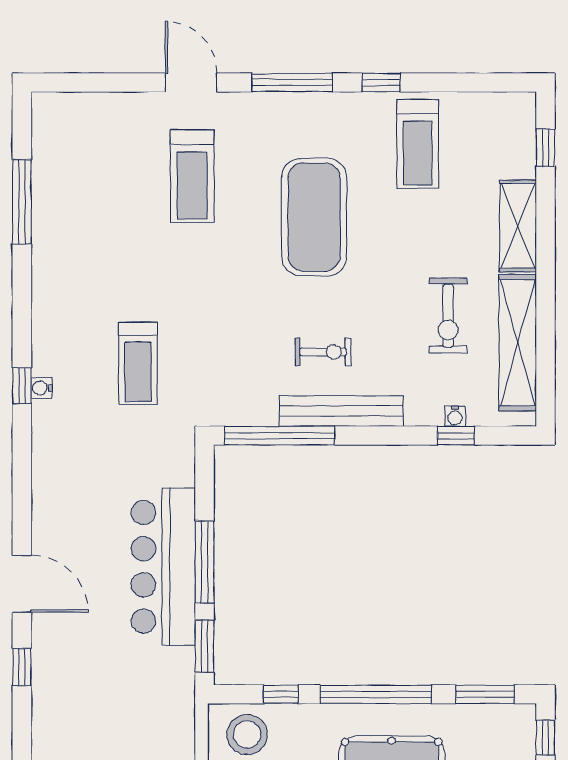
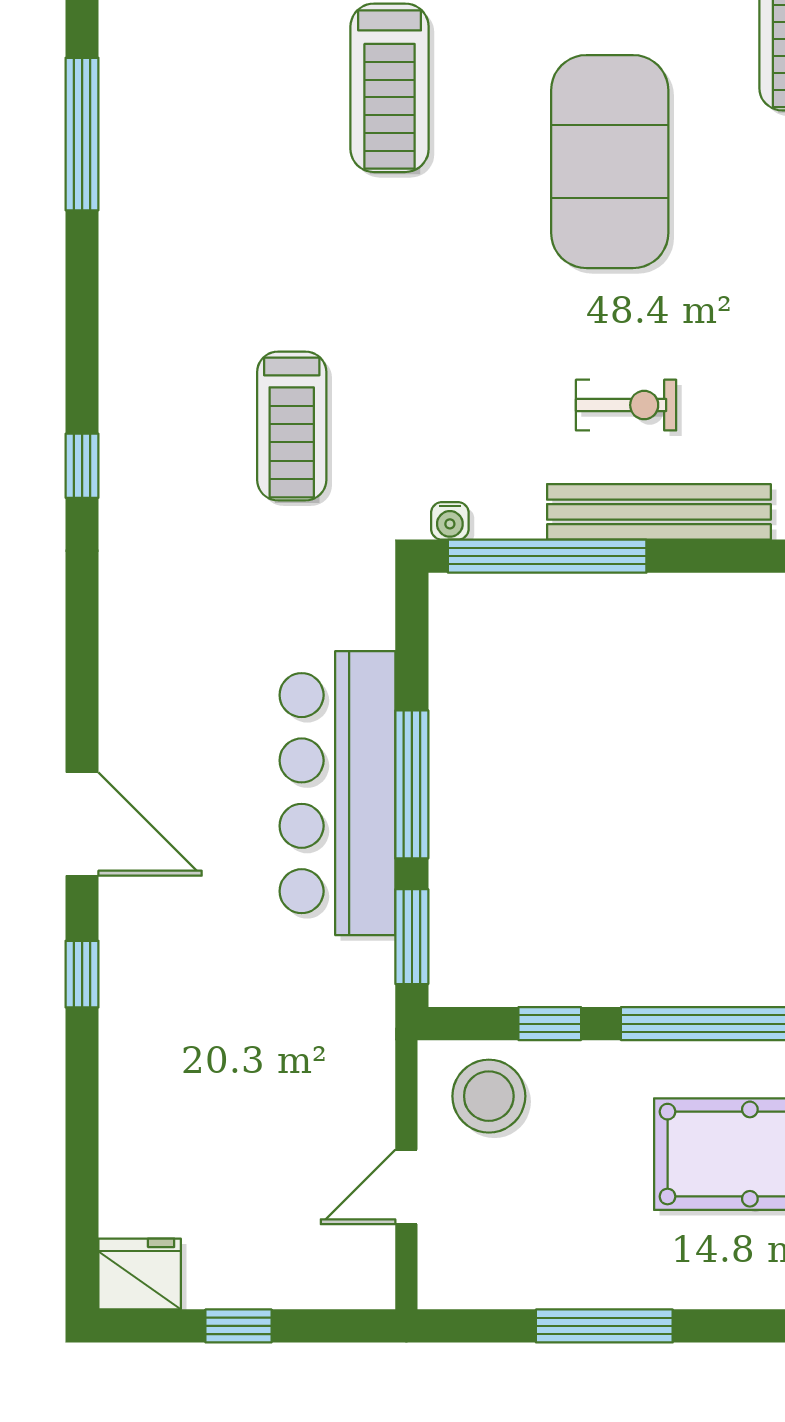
water cooler: (41, 388) -> (450, 521), moved, turned -90

